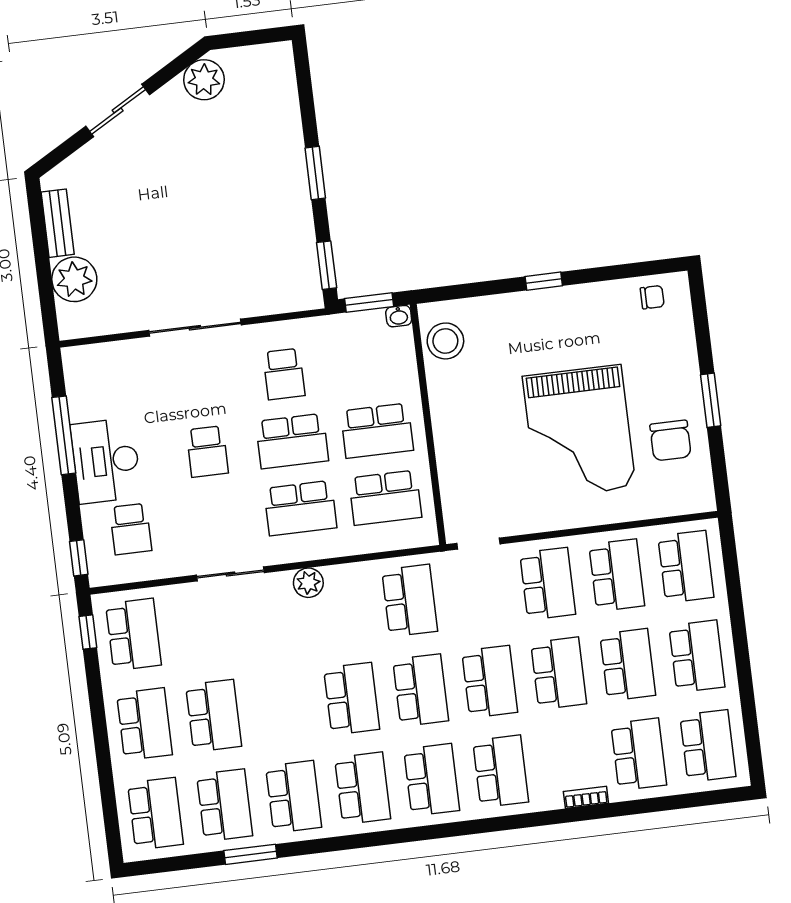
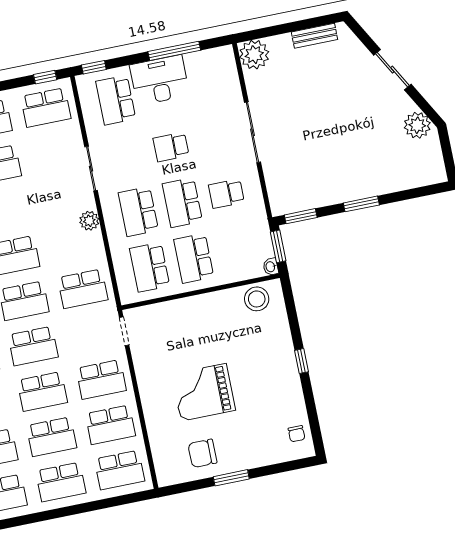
plant: (74, 279) -> (254, 55), moved
grand piano: (579, 432) -> (204, 392), width x0.73, depth x0.68
school desk: (131, 529) -> (116, 100), width x1.85

